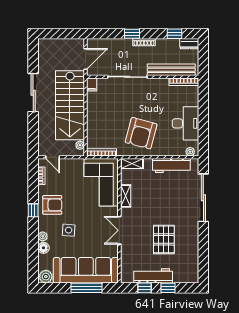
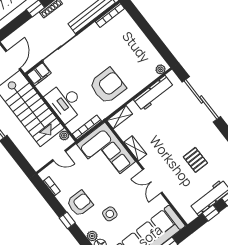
filing cabinet: (92, 85) -> (39, 74), width x2.00
desk: (186, 123) -> (65, 102), moved, turned 180
armchair: (141, 133) -> (108, 86), turned -105
door: (53, 157) -> (59, 156), moved
pallet: (164, 239) -> (195, 160), width x0.67, depth x0.71

